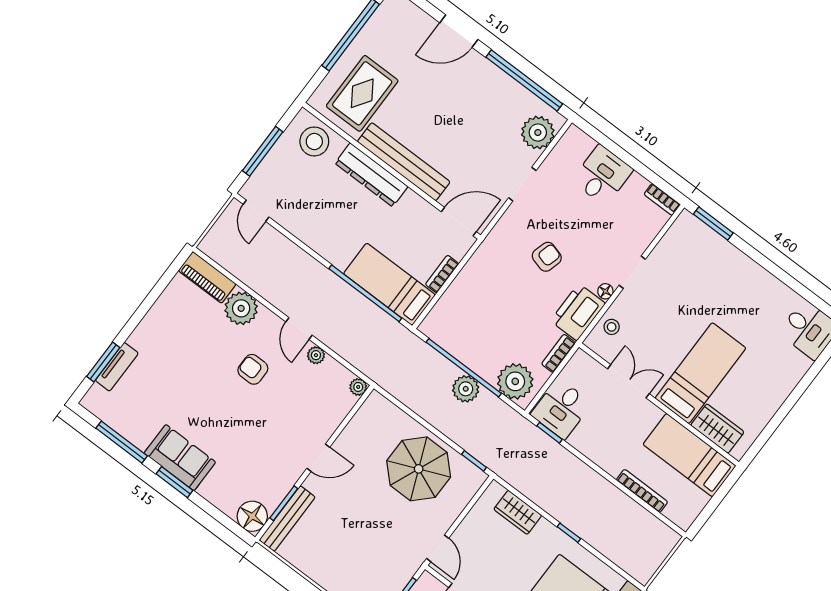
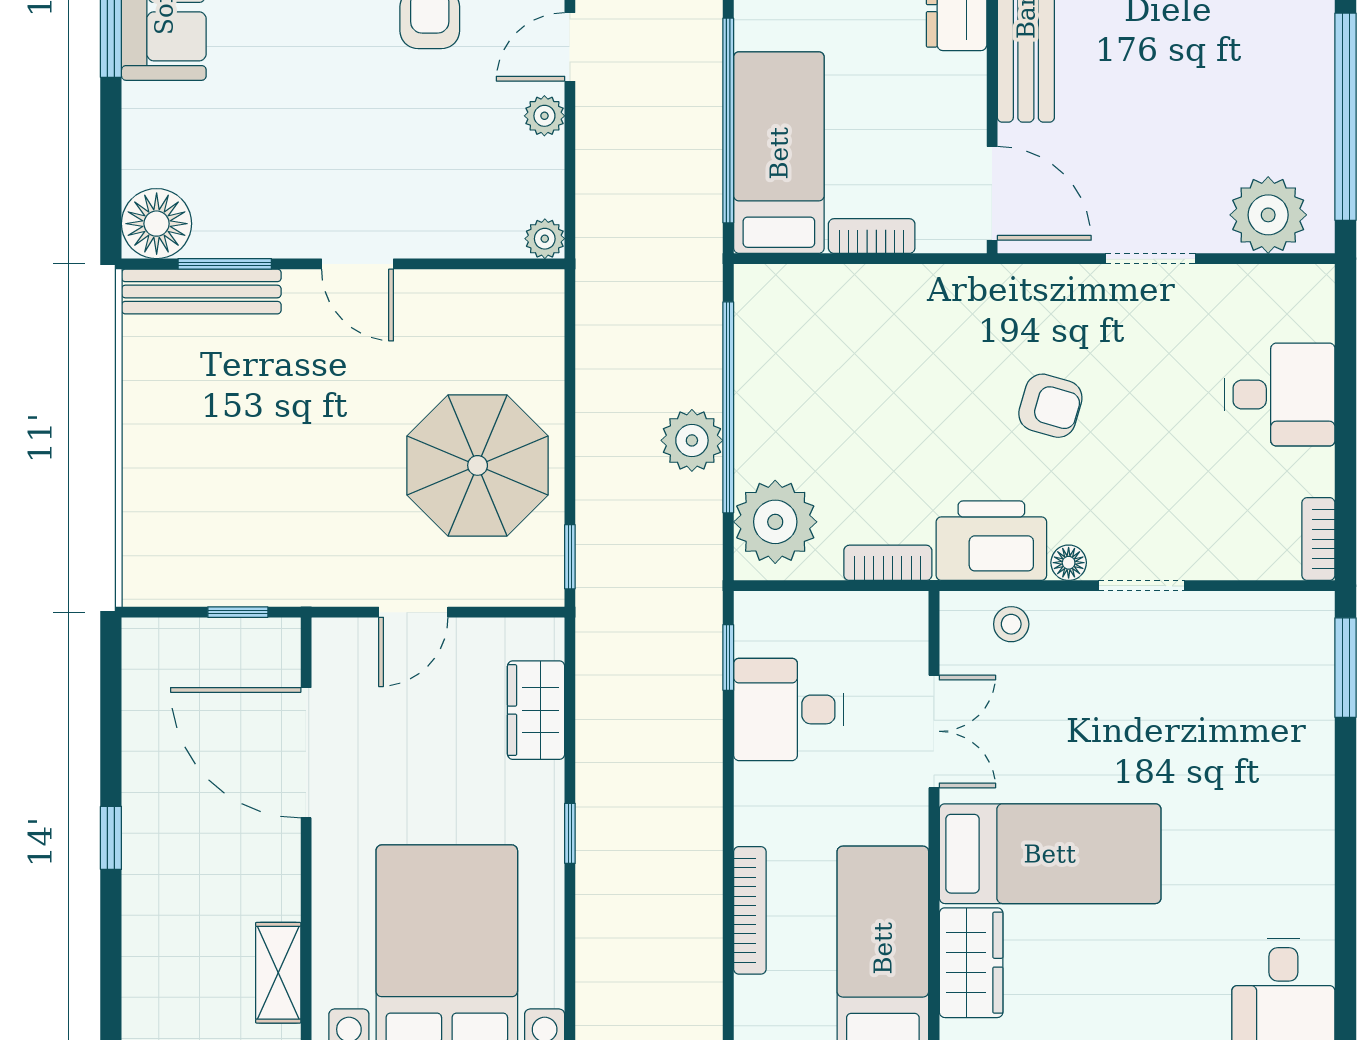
desk: (561, 409) -> (789, 709), moved
door: (438, 548) -> (413, 612), moved

